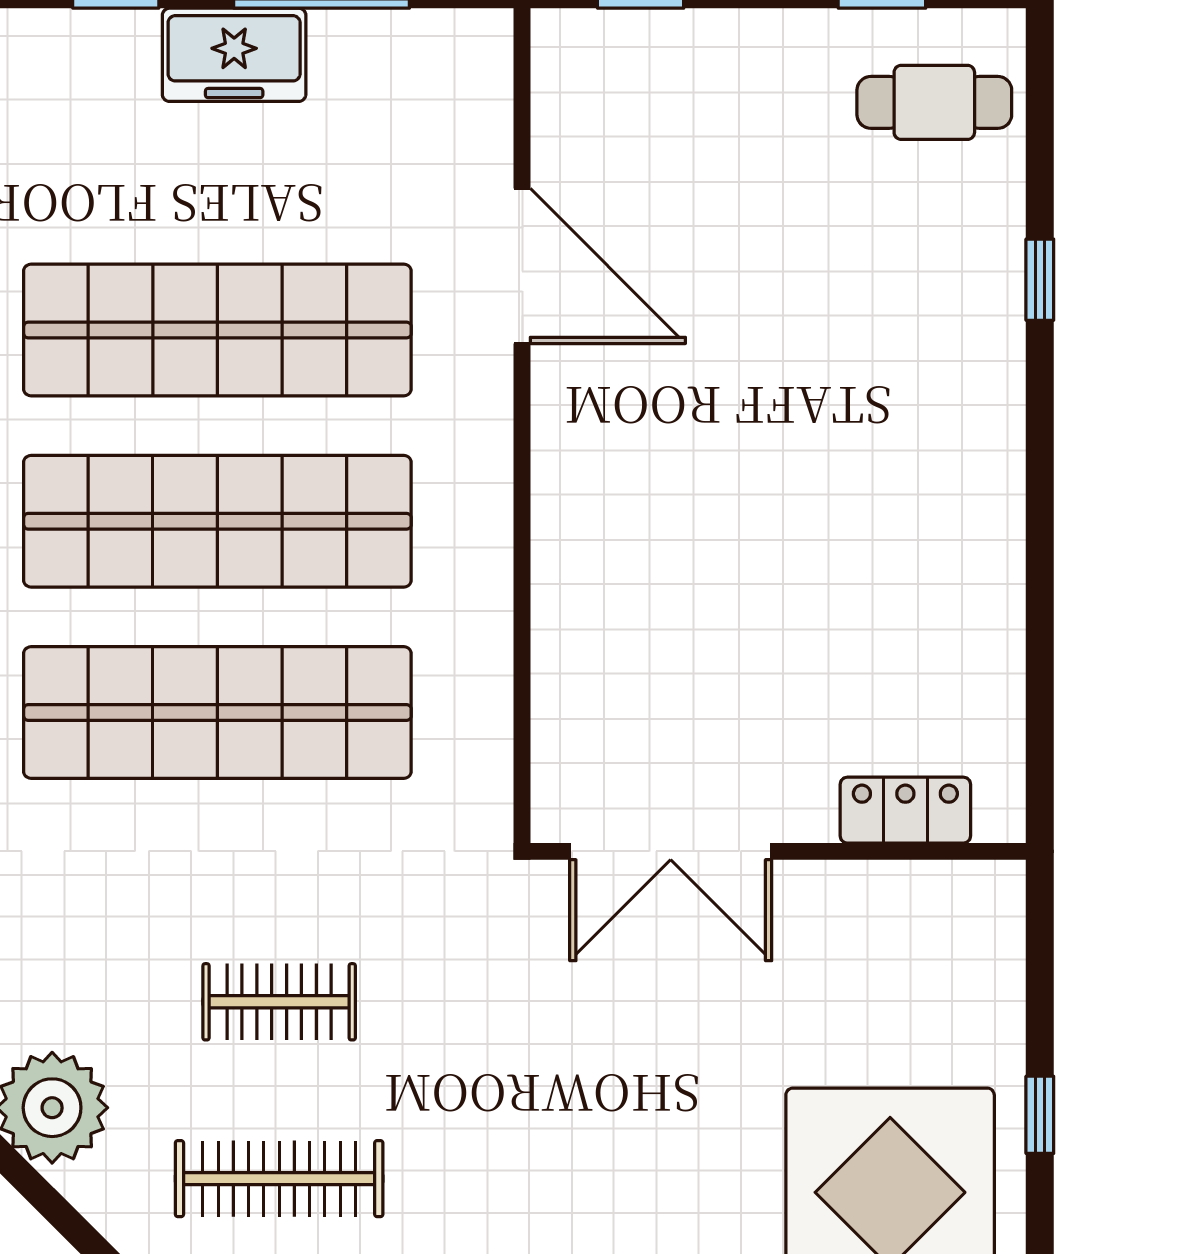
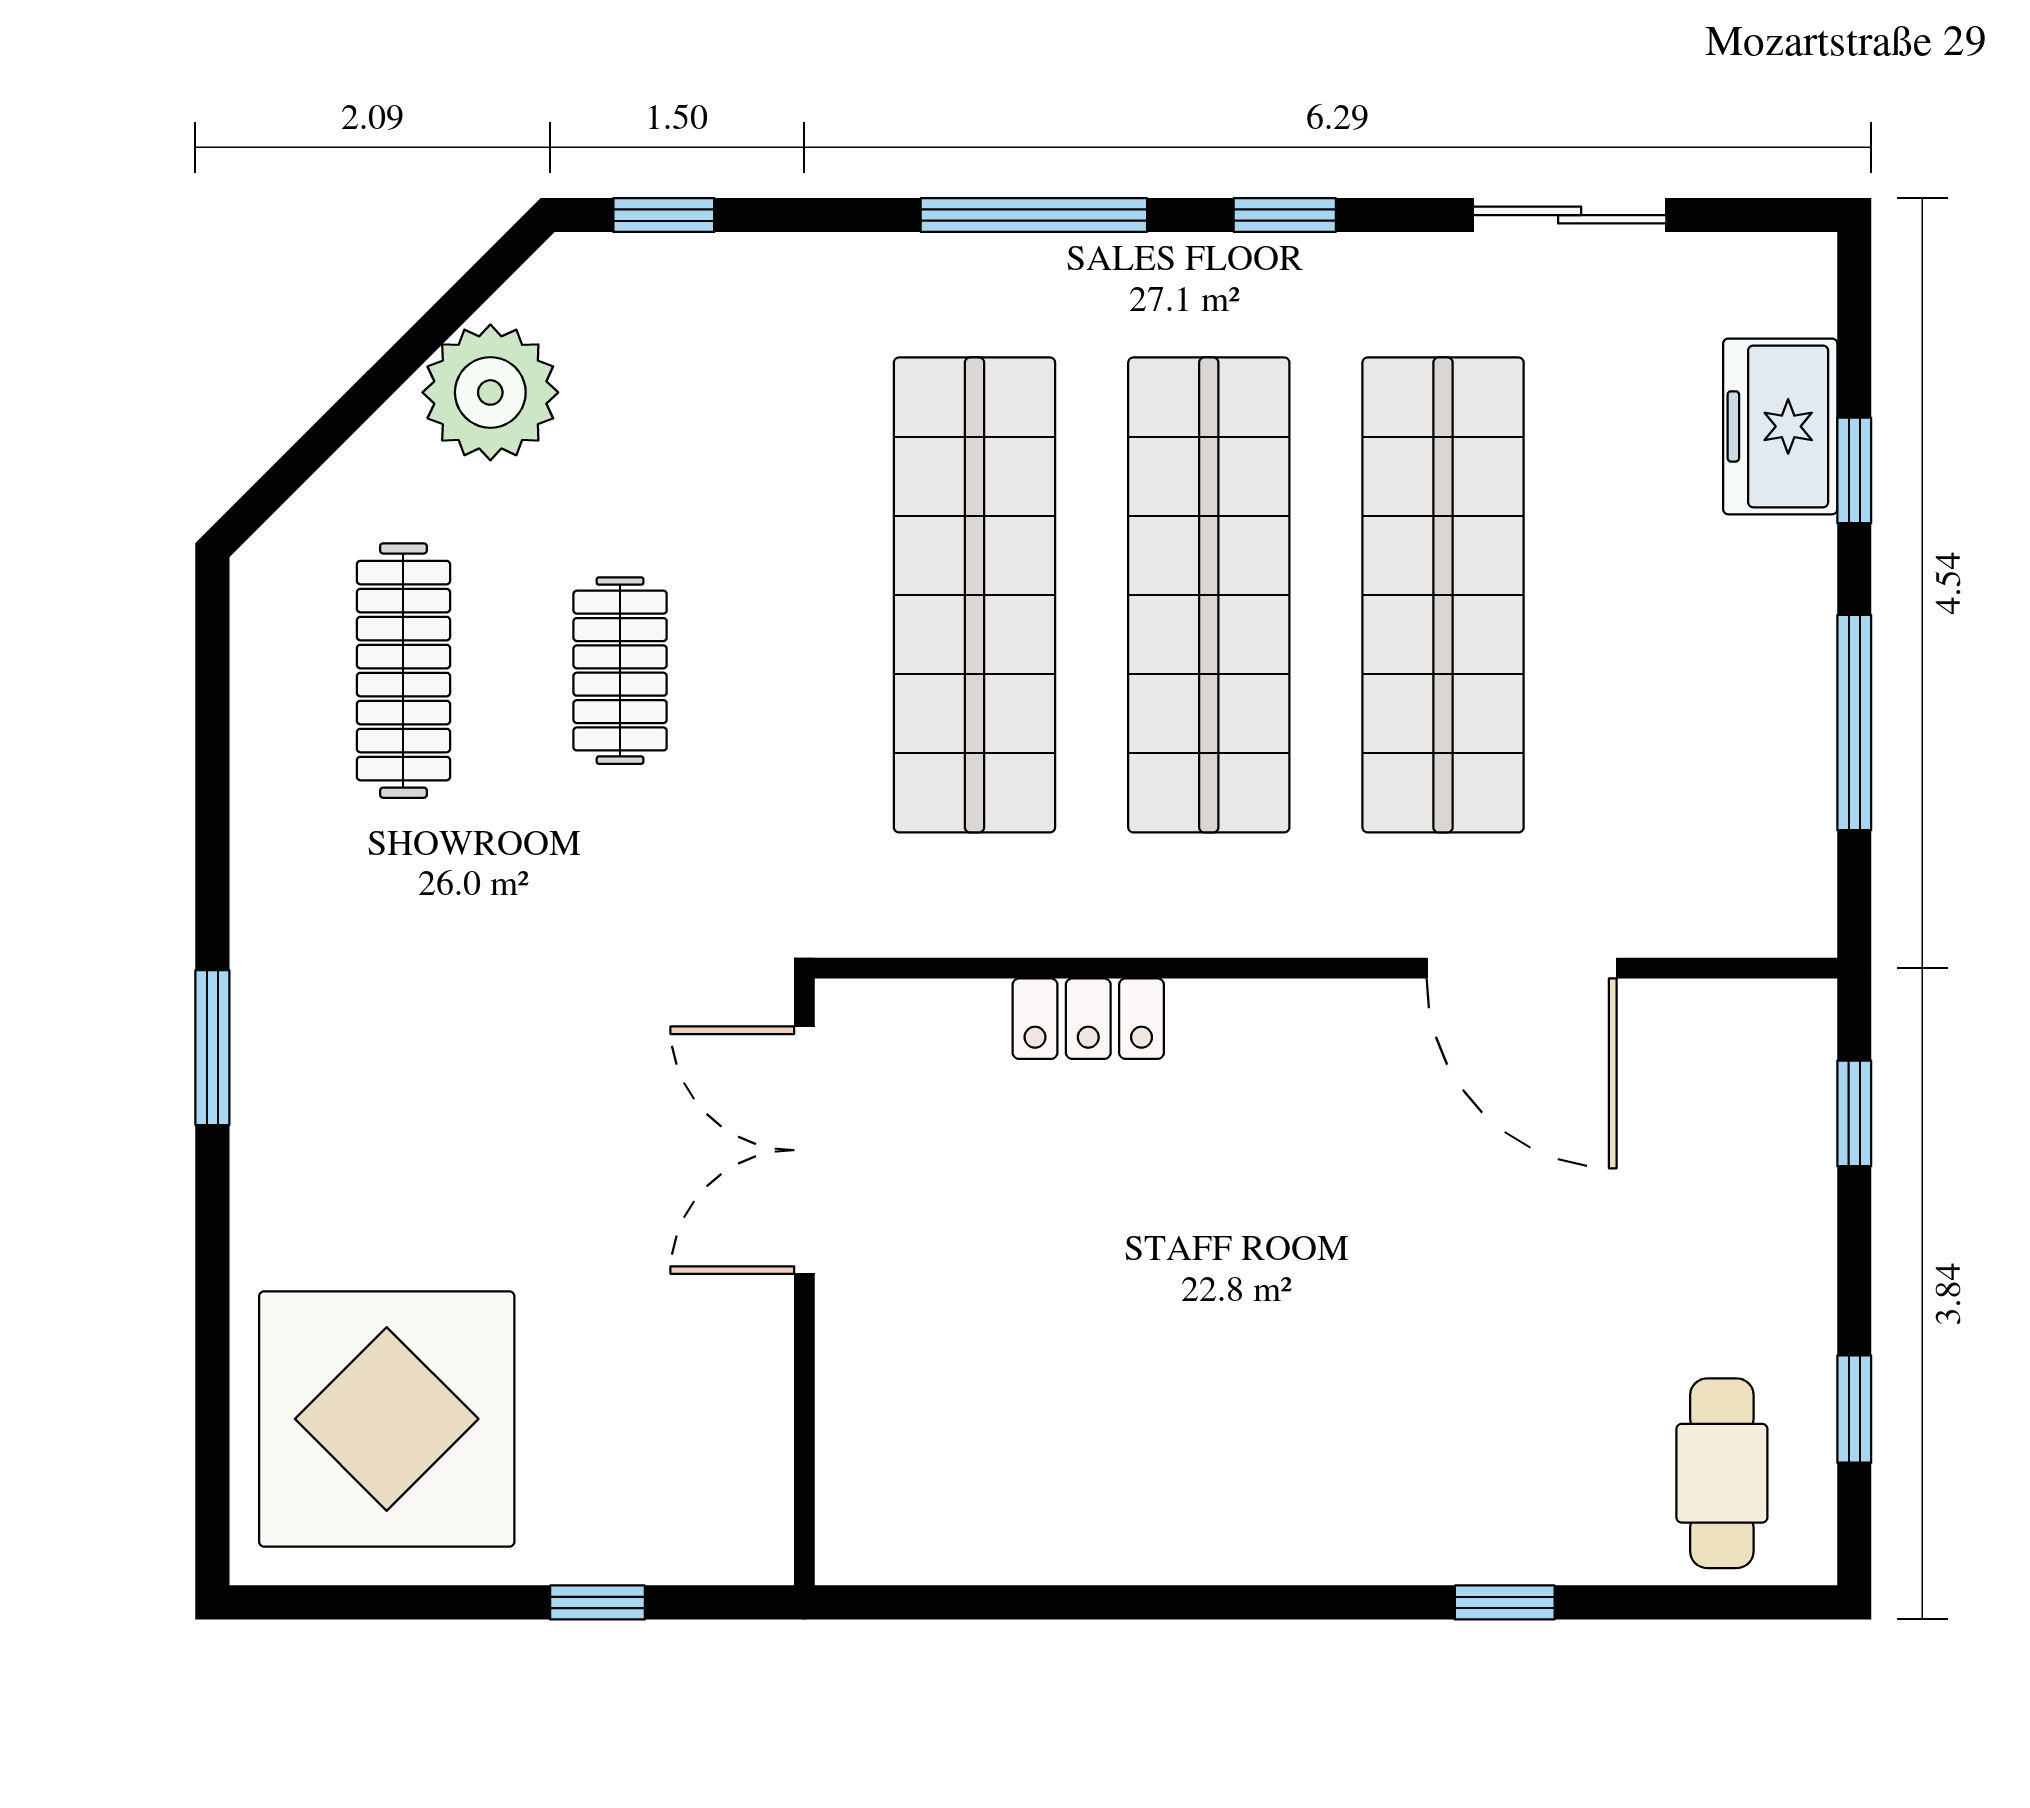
freezer: (234, 55) -> (1780, 426), moved
door: (522, 266) -> (1522, 968), hinge flipped
locker: (905, 810) -> (1088, 1019), moved, turned 90
window: (1040, 1115) -> (597, 1602), moved

